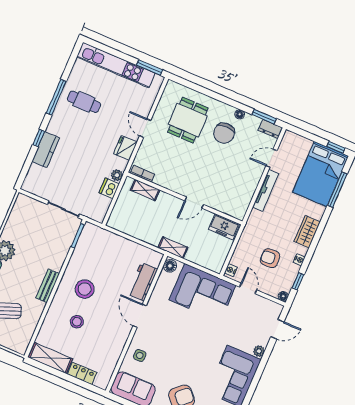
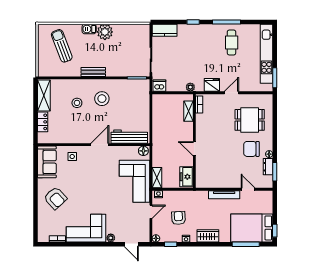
dresser: (270, 129) -> (268, 167), moved
kitchen counter: (46, 150) -> (165, 30), moved
dishwasher: (109, 188) -> (159, 86), moved
shelving: (173, 248) -> (157, 178), moved
workbench: (143, 282) -> (129, 137), width x1.38

